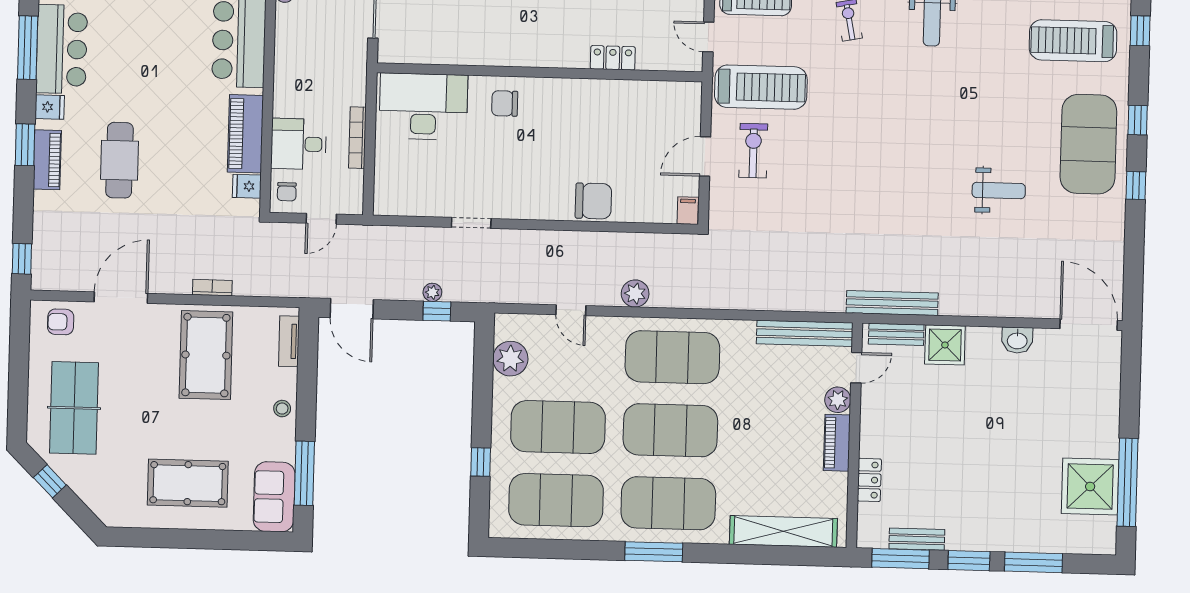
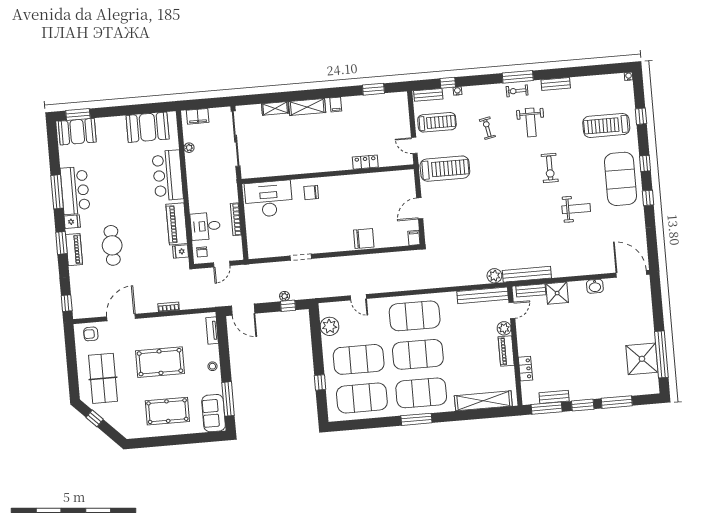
exercise bike: (753, 151) -> (550, 168), moved, turned 180
plant: (635, 293) -> (494, 276), moved
pool table: (206, 355) -> (160, 362), moved, turned 90

